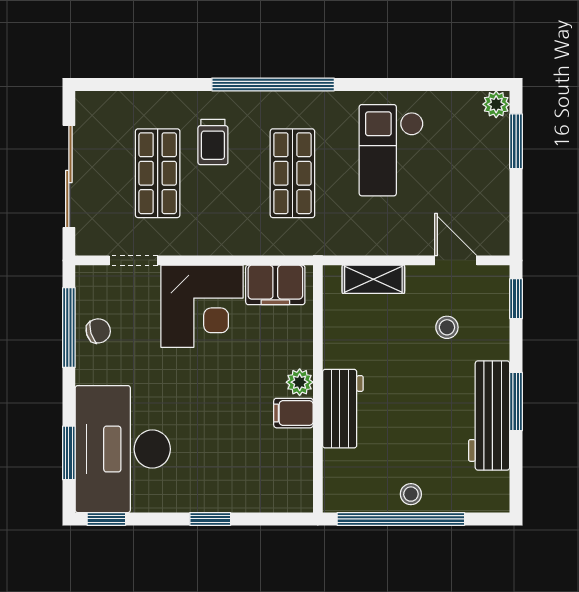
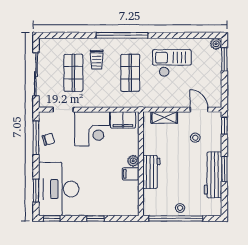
checkout: (391, 150) -> (172, 63), turned 90

